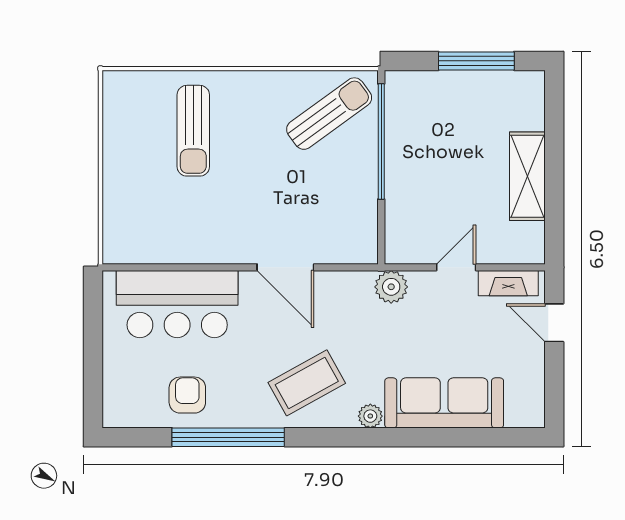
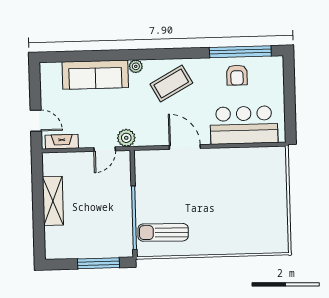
window: (476, 61) -> (99, 263), moved
sun lounger: (329, 114) -> (163, 232), turned 37
sun lounger: (193, 131) -> (238, 221), removed
door: (456, 267) -> (105, 149), moved
window: (228, 437) -> (240, 52), moved

